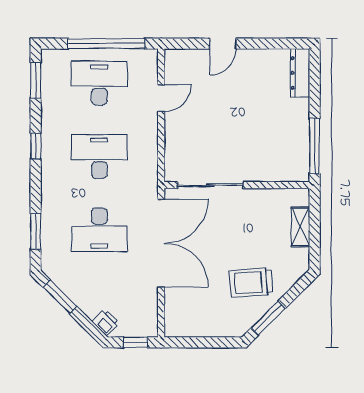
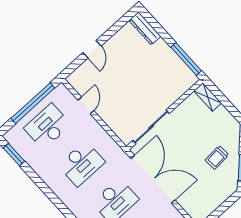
window: (36, 146) -> (44, 188), removed
desk: (99, 156) -> (81, 164), turned 180
shelving: (300, 227) -> (208, 97), moved
trolley: (251, 282) -> (217, 157), width x0.73, depth x0.72

